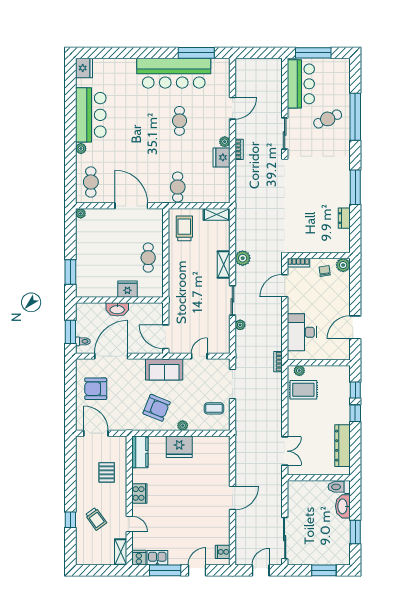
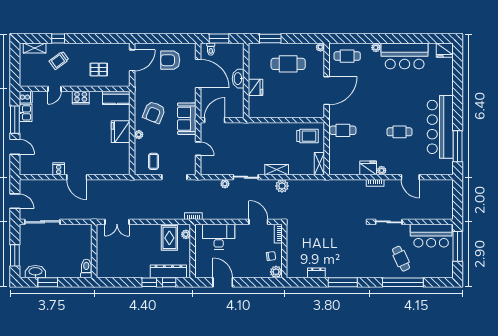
cafe table: (148, 258) -> (288, 64), moved, width x1.37, depth x1.35
armchair: (96, 389) -> (170, 60), turned -90
dresser: (343, 446) -> (168, 271), moved
washbasin: (343, 506) -> (35, 272), moved
shelving: (121, 552) -> (35, 48), moved
cooker: (223, 552) -> (59, 169), moved

